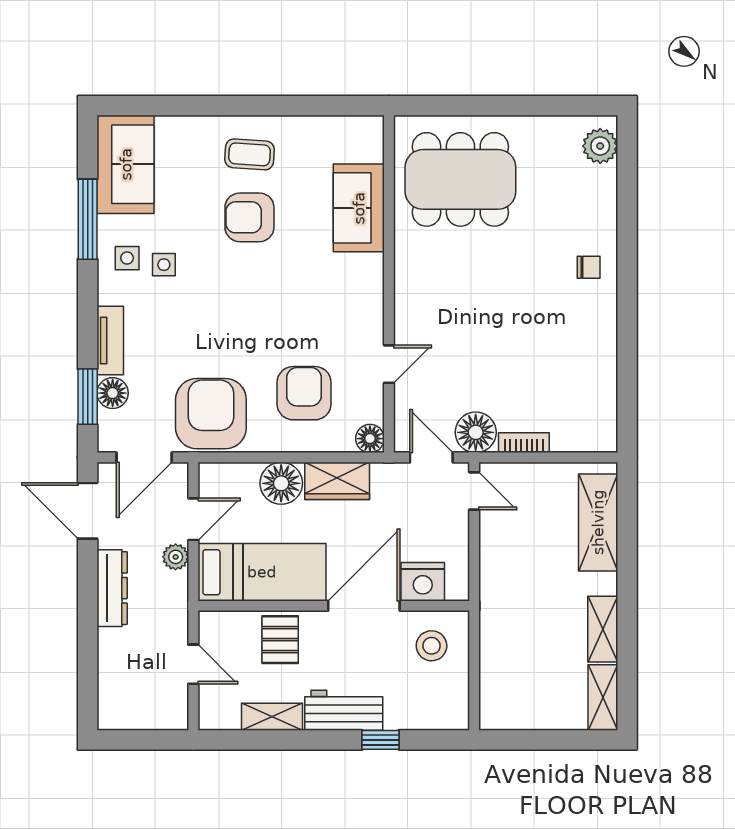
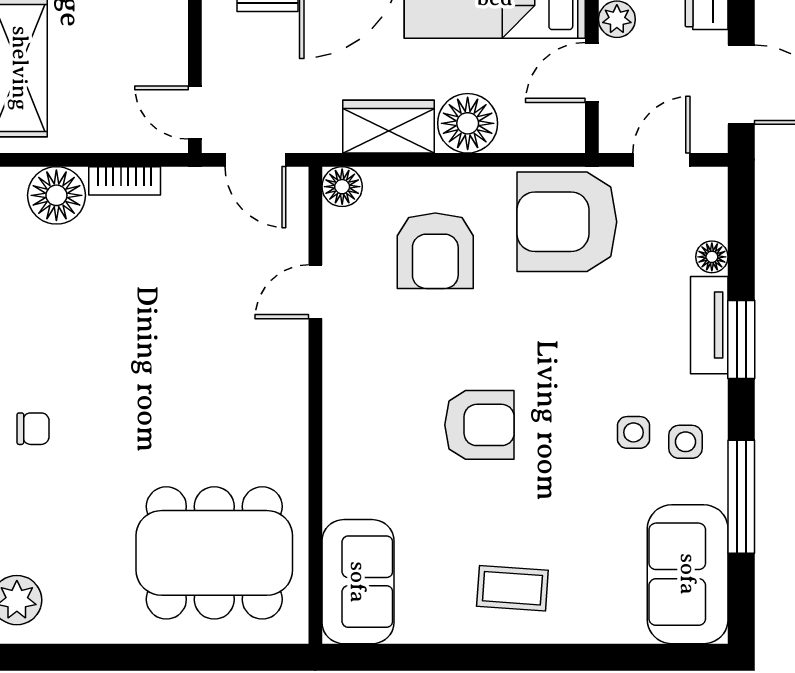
sofa: (359, 208) -> (358, 582), moved
armchair: (249, 217) -> (479, 425), moved
chair: (589, 267) -> (33, 429), turned 180
floor lamp: (113, 393) -> (712, 257), width x0.73, depth x0.73
window: (88, 397) -> (741, 339), moved
armchair: (211, 414) -> (567, 222), turned 90
floor lamp: (476, 432) -> (56, 195), moved
door: (144, 457) -> (661, 160), width x0.73

